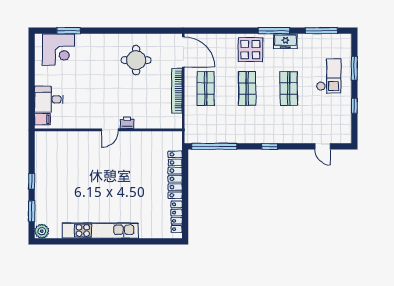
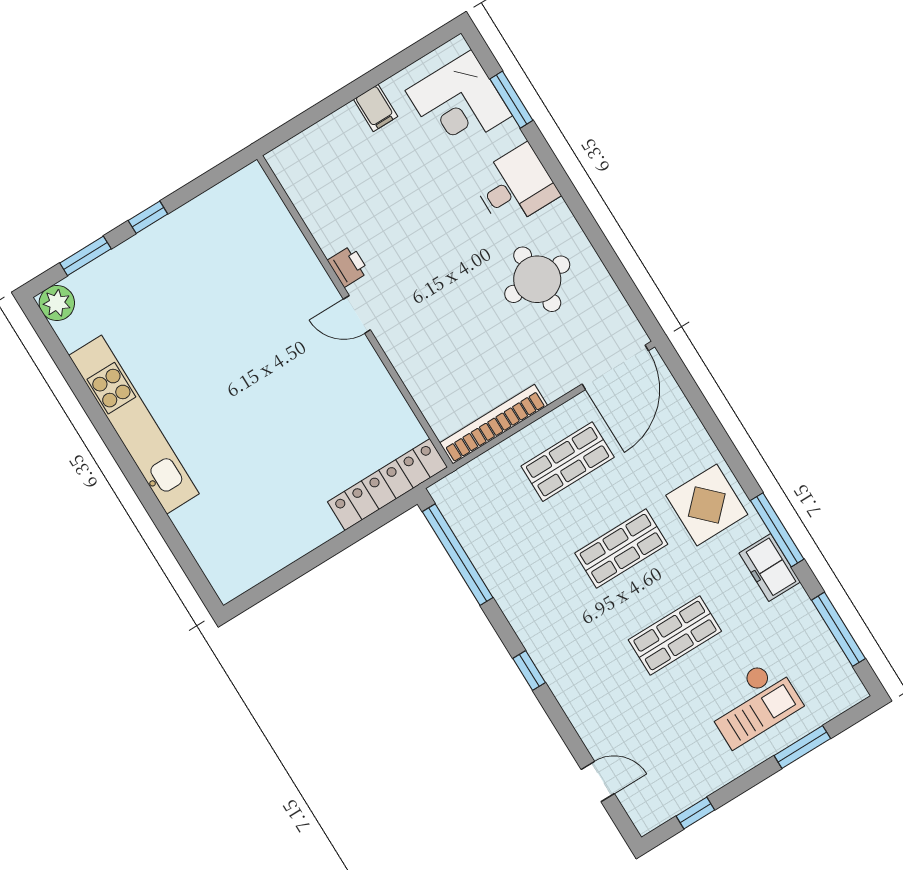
bookcase: (177, 91) -> (494, 424), moved
desk: (49, 99) -> (515, 186), moved, turned 90
window: (354, 106) -> (695, 813), moved
filing cabinet: (42, 119) -> (376, 108), moved
printer: (127, 123) -> (348, 266), moved
door: (323, 146) -> (598, 782), swing flipped
locker: (175, 175) -> (388, 484), moved
locker: (177, 217) -> (261, 567), removed

